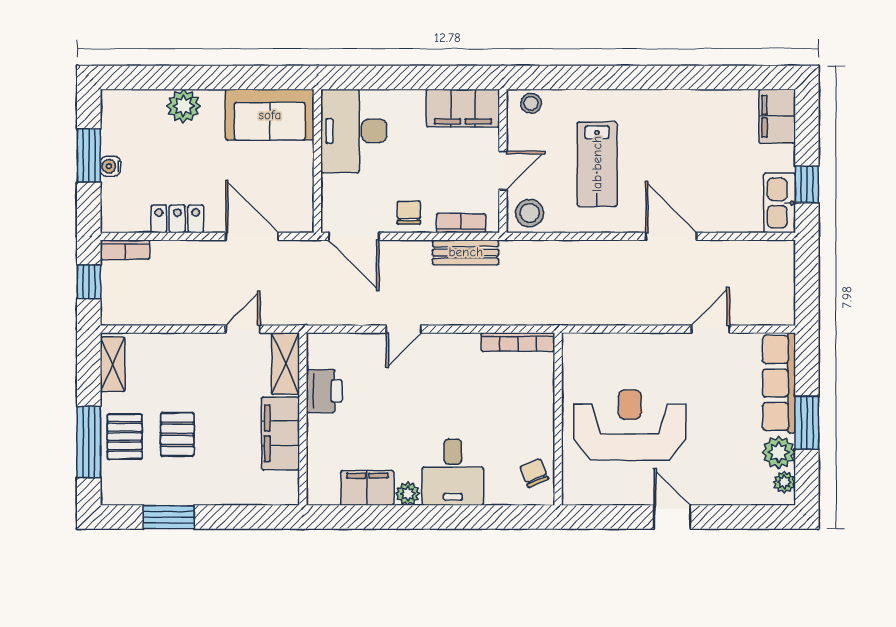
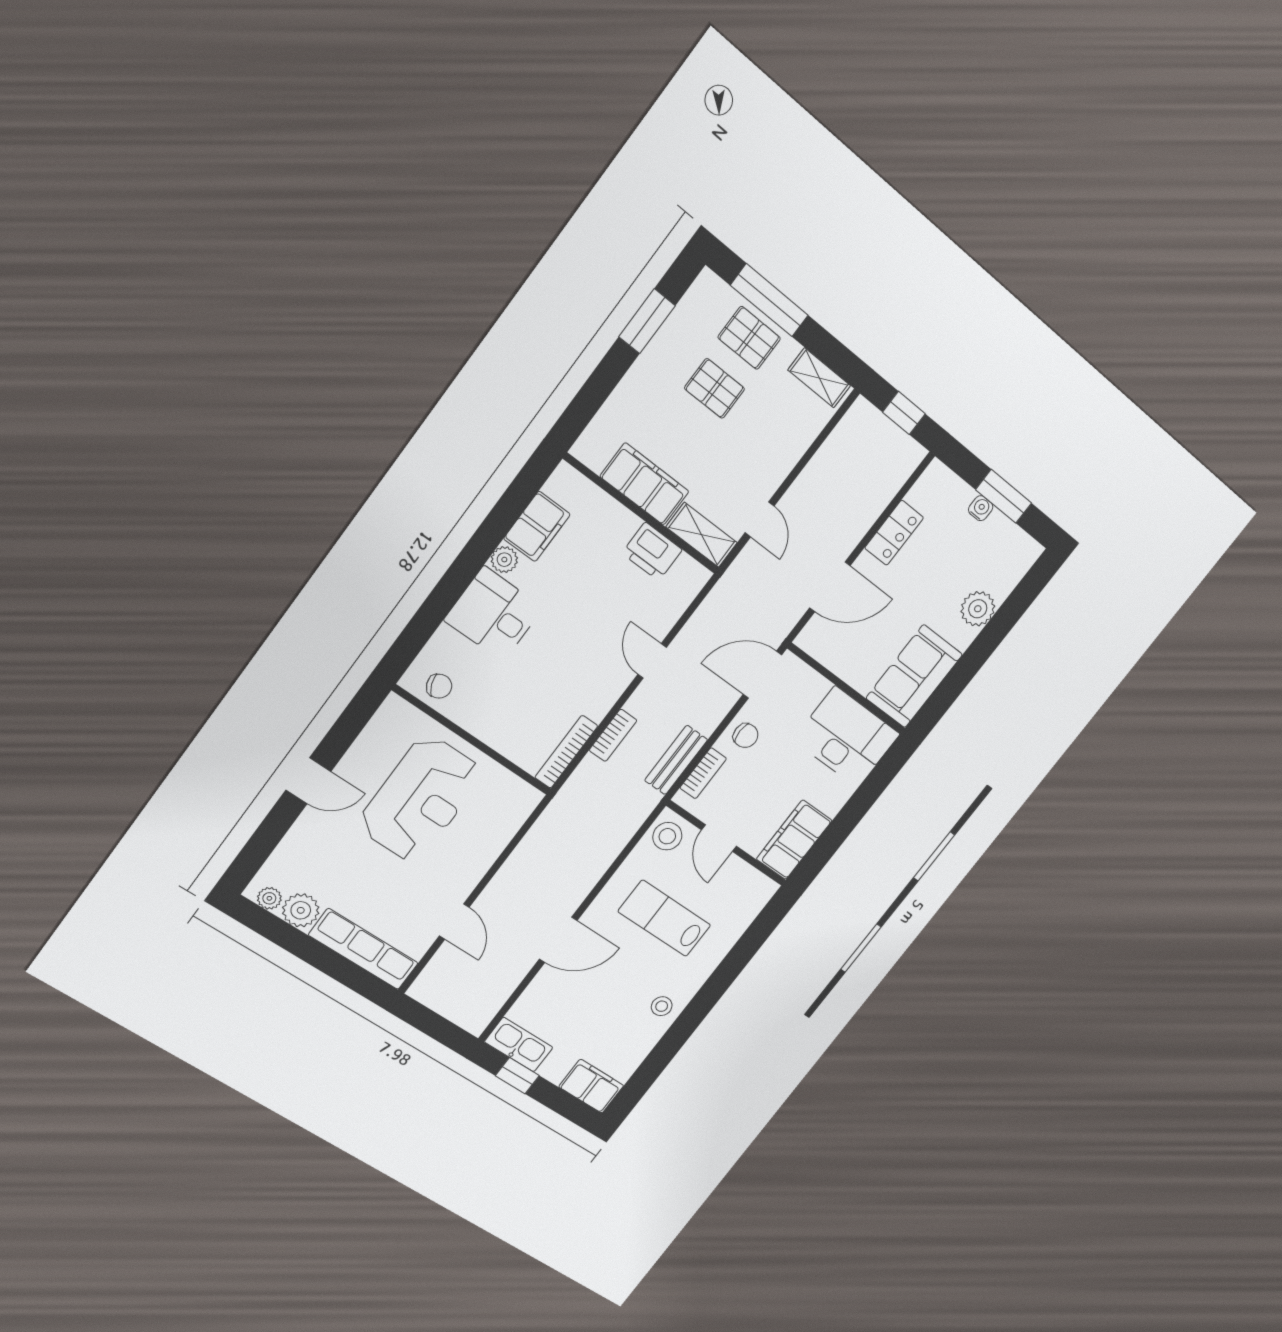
stool: (531, 103) -> (662, 1006), moved
bookcase: (125, 250) -> (613, 735), moved, turned 180
window: (807, 423) -> (310, 951), removed

